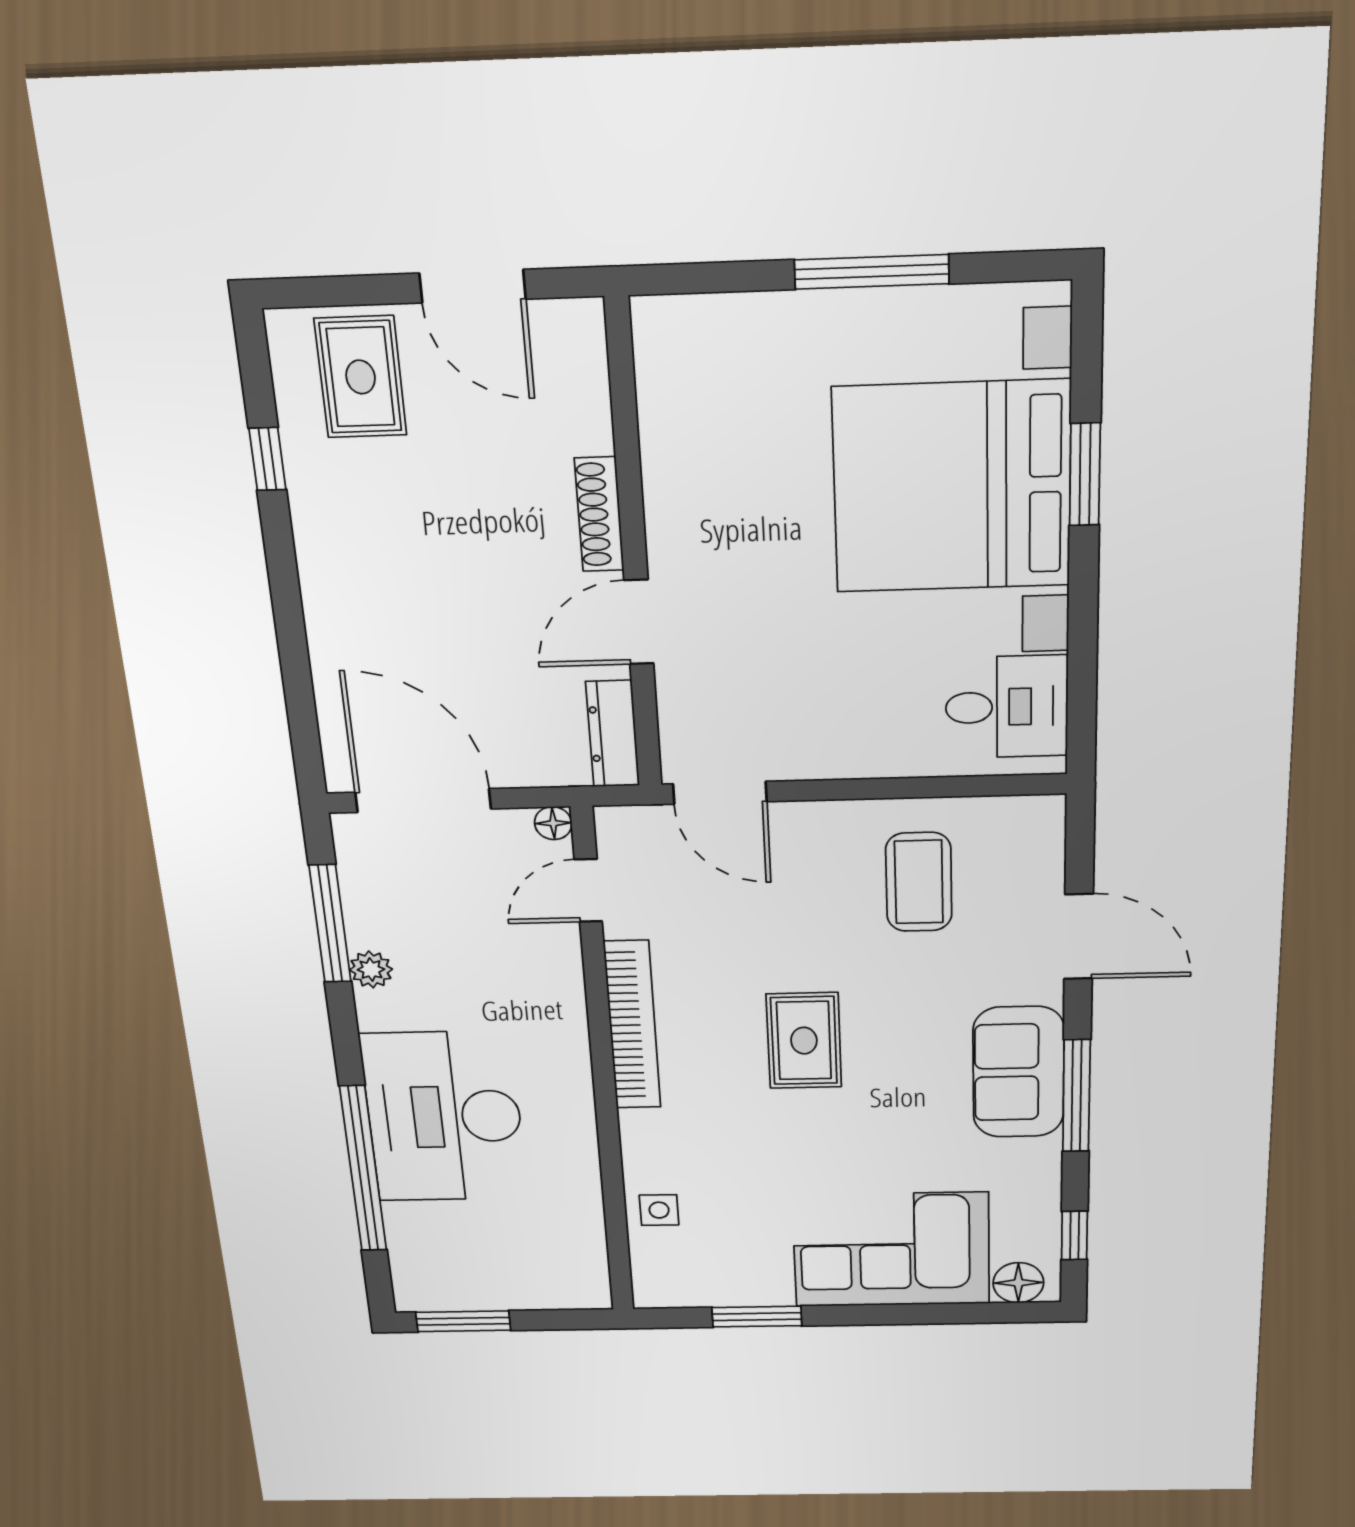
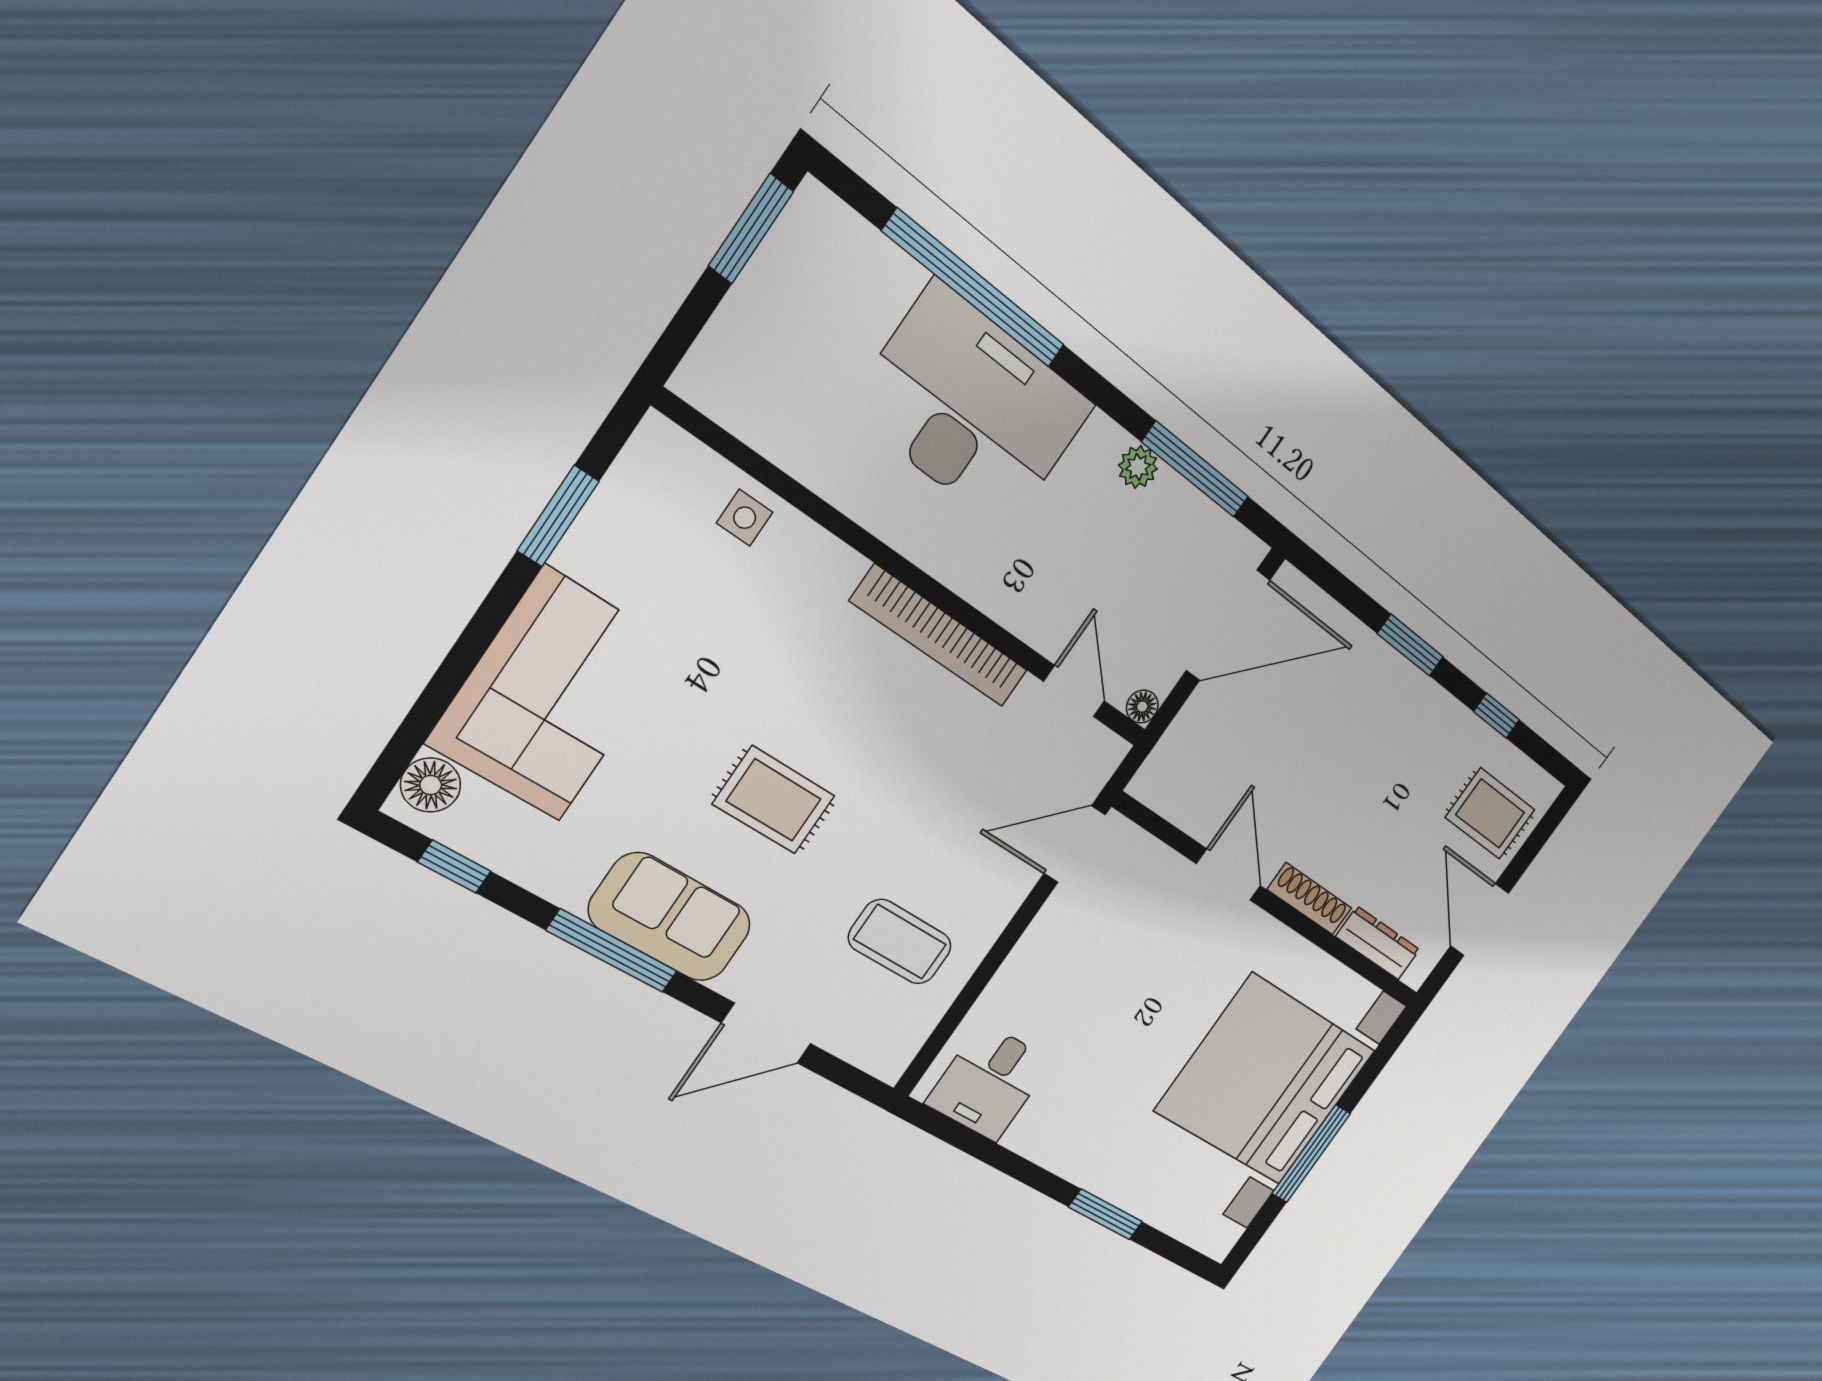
door: (473, 286) -> (1480, 919), hinge flipped
bed with nightstands: (952, 487) -> (1266, 1080), moved, turned -90
window: (288, 612) -> (1410, 645), added
dresser: (613, 734) -> (1378, 943), moved
rug: (804, 1041) -> (774, 800), moved

